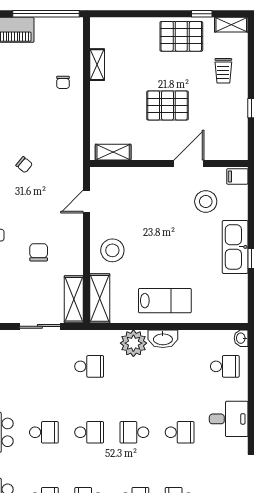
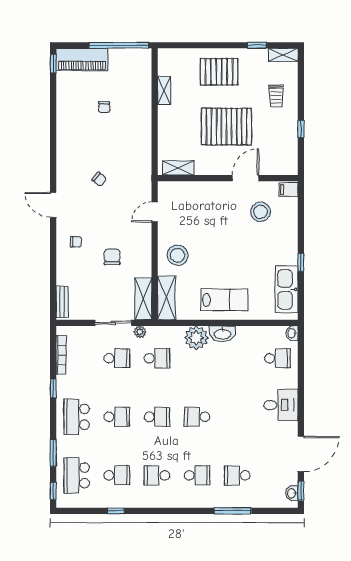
pallet: (181, 36) -> (219, 72), moved
chair: (63, 82) -> (104, 107), moved
pallet: (167, 105) -> (226, 127), width x1.37, depth x1.41
kitchen sink: (235, 247) -> (287, 289), moved
plant: (70, 337) -> (140, 332), added
school desk: (180, 432) -> (117, 358), moved

